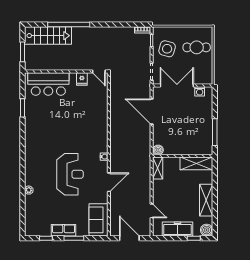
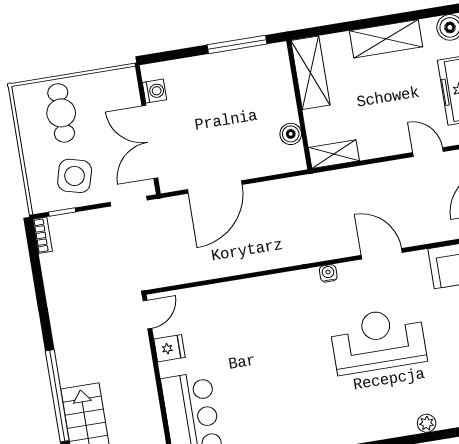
boiler: (158, 150) -> (291, 134), moved
door: (152, 211) -> (428, 152), hinge flipped

